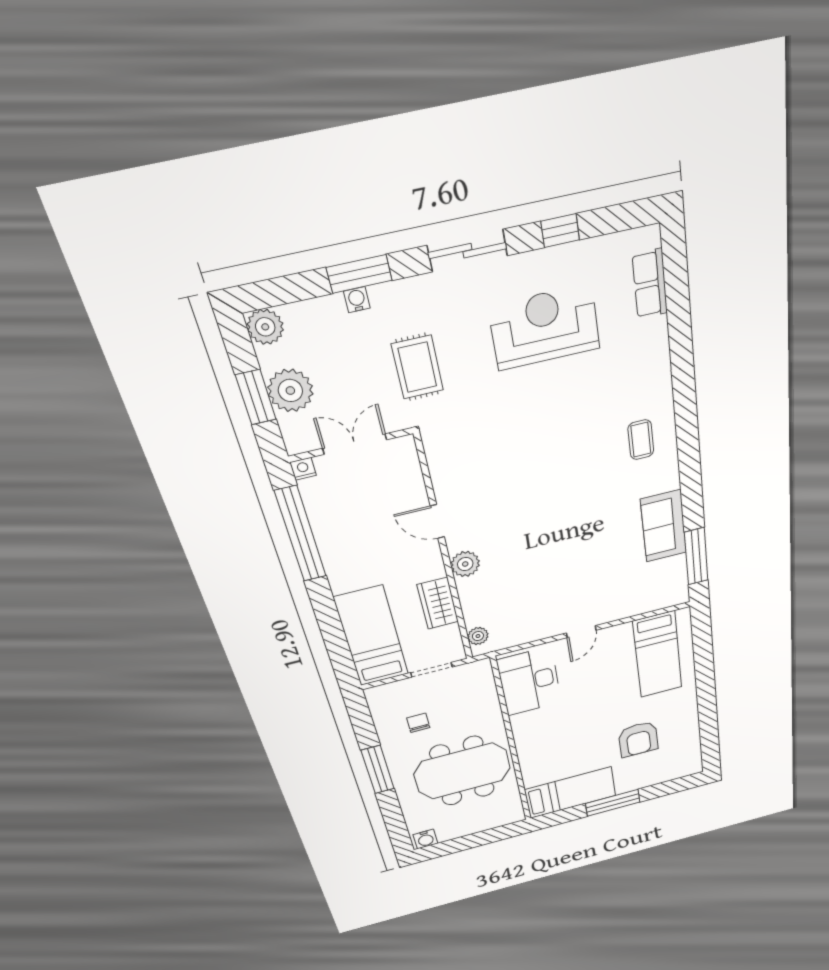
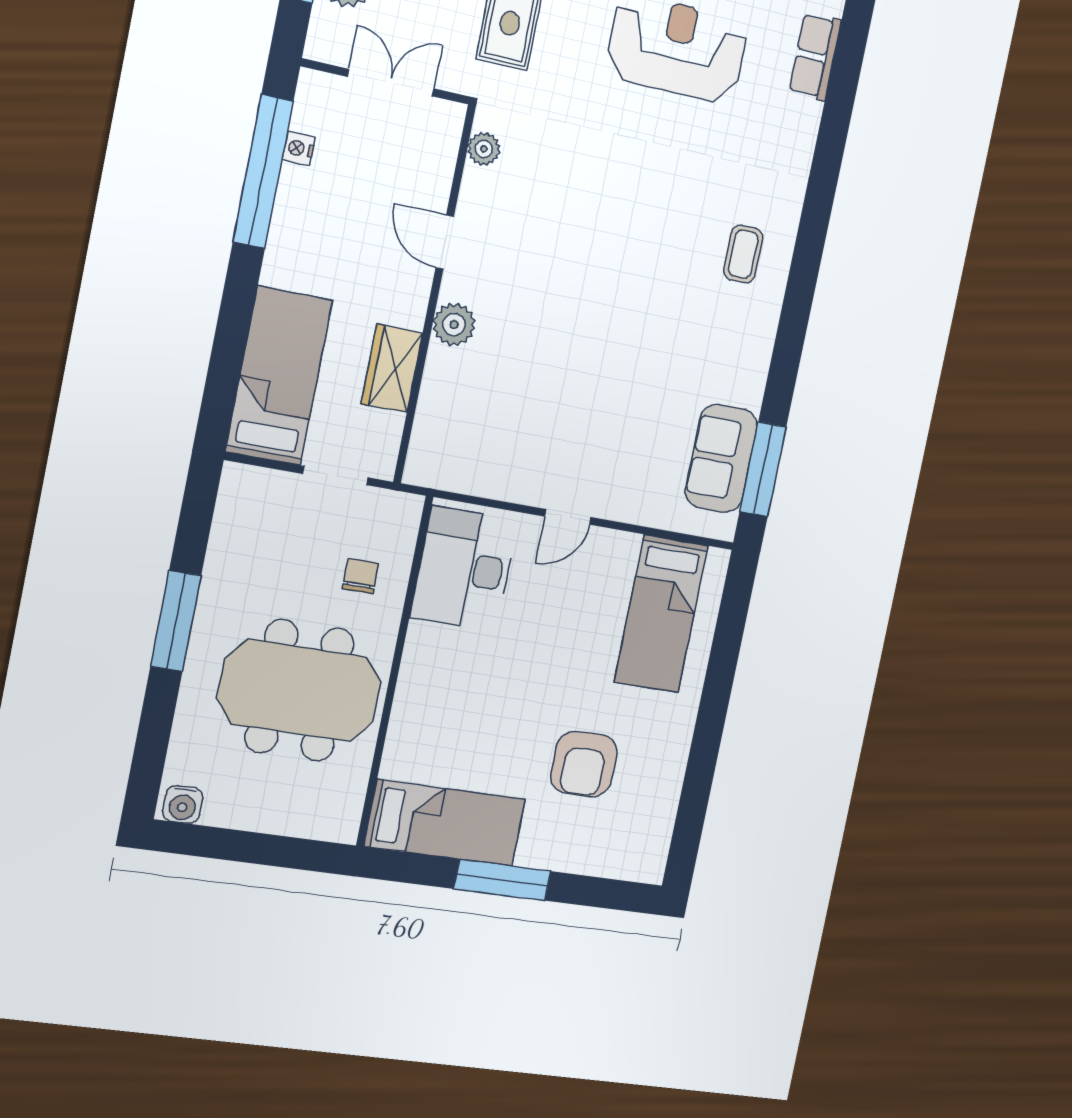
nightstand: (303, 469) -> (299, 148), moved, turned -90
sofa: (664, 526) -> (721, 458), moved
plant: (478, 636) -> (484, 149), moved
chair: (418, 723) -> (361, 576), moved

